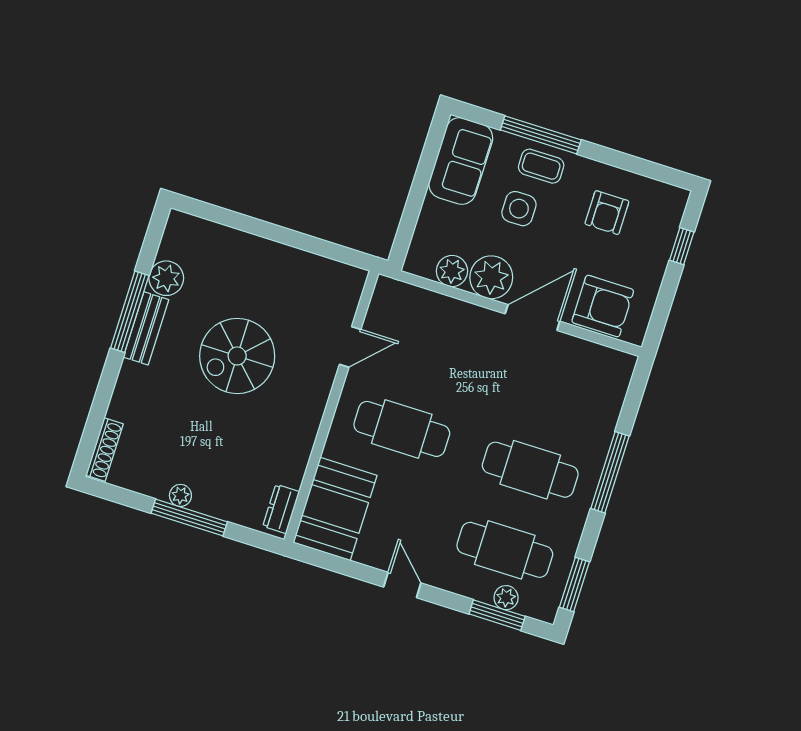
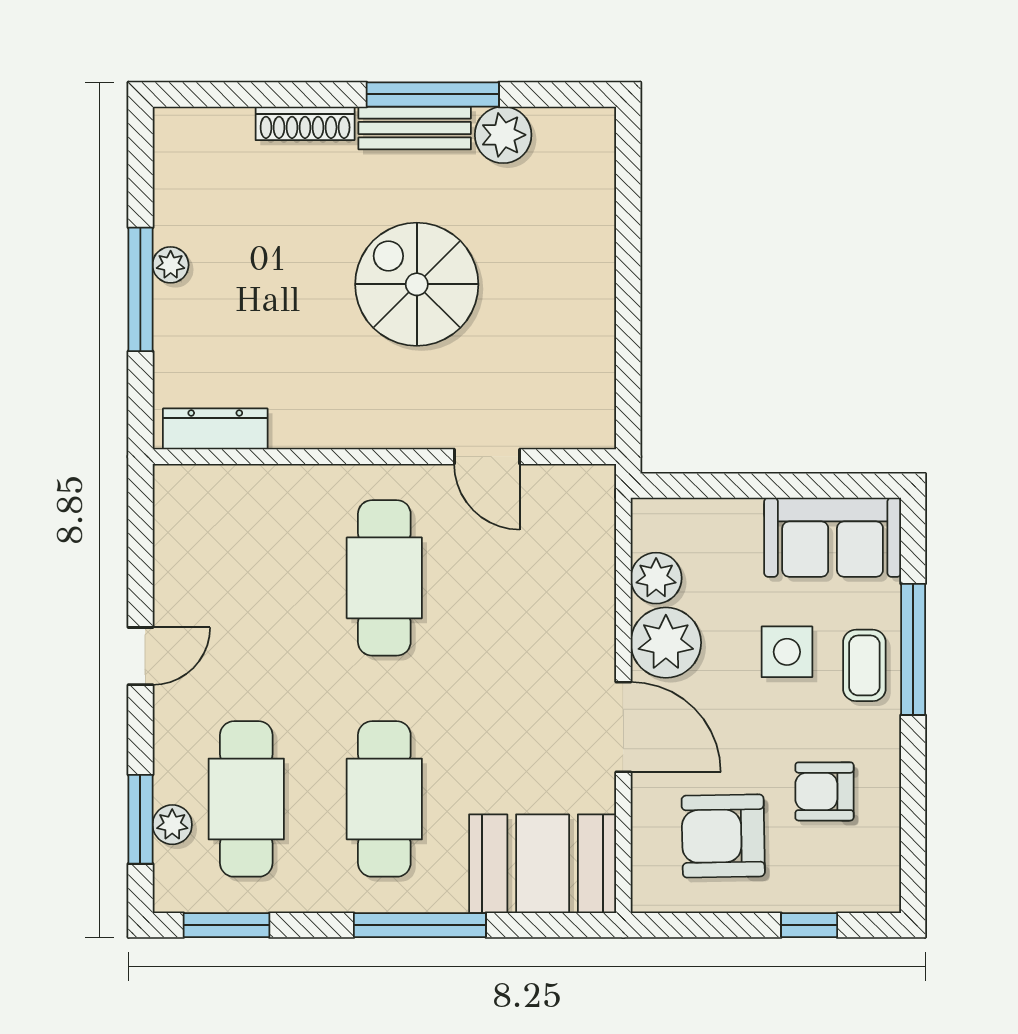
armchair: (603, 306) -> (723, 836), moved, turned 89
shoe rack: (105, 449) -> (305, 123), moved
dresser: (281, 509) -> (215, 429), width x1.44
booth: (335, 509) -> (543, 864), moved

